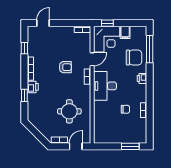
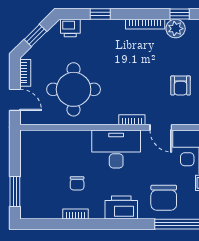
plant: (33, 50) -> (176, 29), added
armchair: (65, 67) -> (181, 85), moved
printer: (142, 78) -> (121, 207), width x1.87, depth x1.48
printer: (33, 87) -> (70, 28), moved
round table: (69, 111) -> (74, 89), width x1.36, depth x1.36
window: (37, 134) -> (35, 35), added

